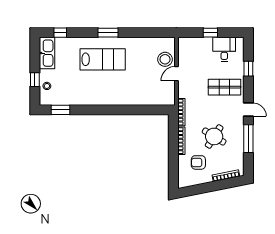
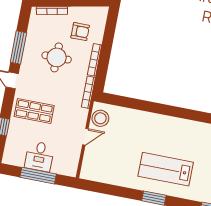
window: (210, 33) -> (38, 176), width x2.17
desk: (224, 49) -> (39, 156), moved
stool: (165, 59) -> (100, 118), moved
round table: (214, 136) -> (57, 57), turned -32

